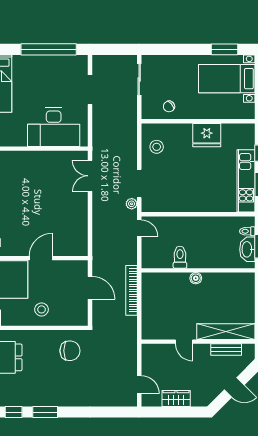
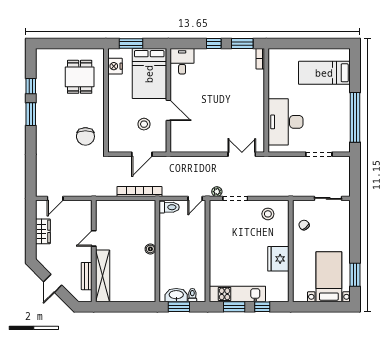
toilet: (180, 257) -> (169, 207), moved
stool: (42, 309) -> (144, 124), moved

